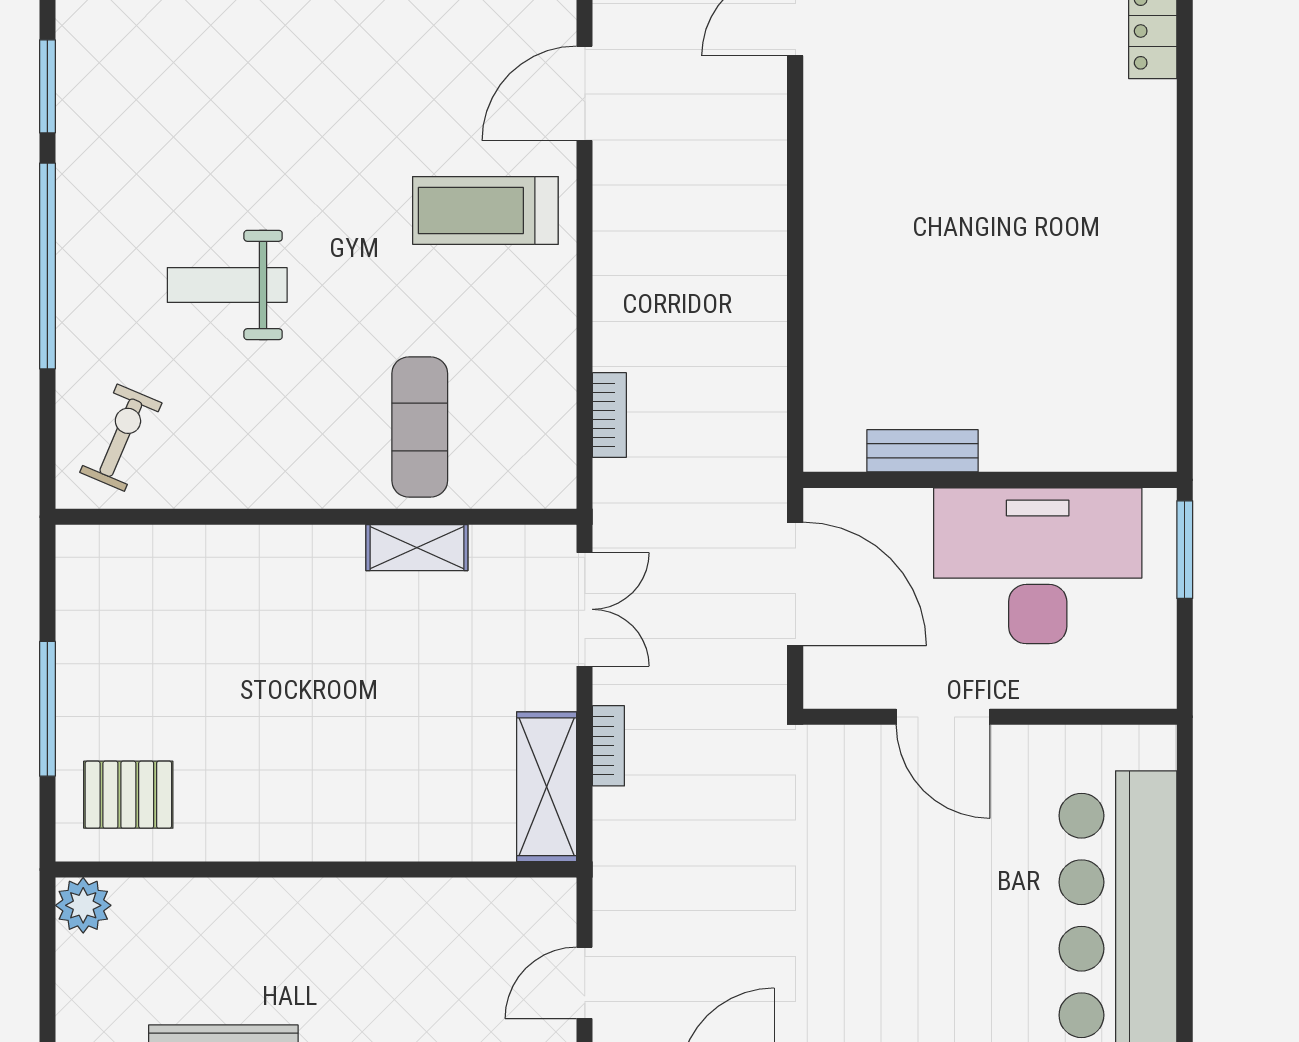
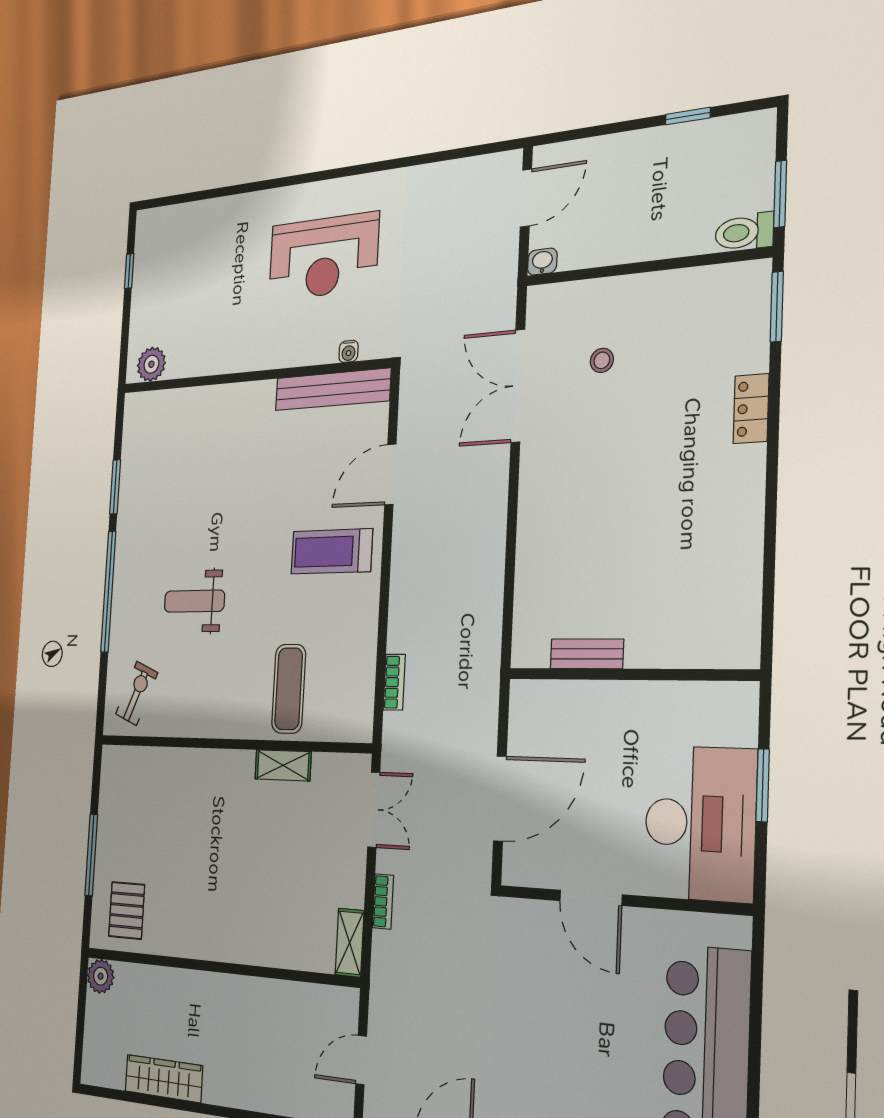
bench: (922, 451) -> (587, 654), moved
wall: (990, 480) -> (630, 674), moved
desk: (1038, 566) -> (700, 823), moved, turned 90
door: (795, 584) -> (500, 799), hinge flipped
shelving: (547, 787) -> (350, 943), width x0.67, depth x0.75
pallet: (128, 795) -> (127, 911), turned 90

